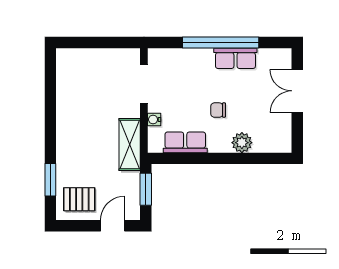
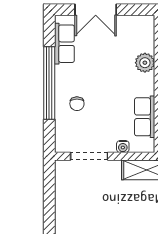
row of seats: (235, 58) -> (64, 44), moved
chair: (218, 110) -> (77, 104), moved

